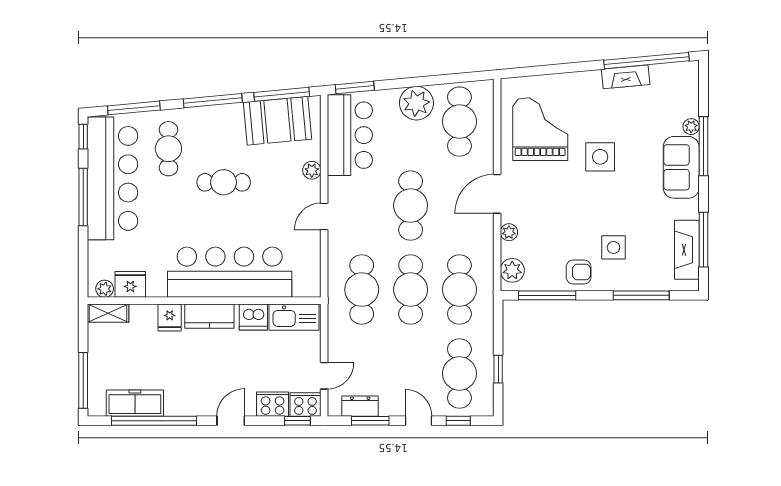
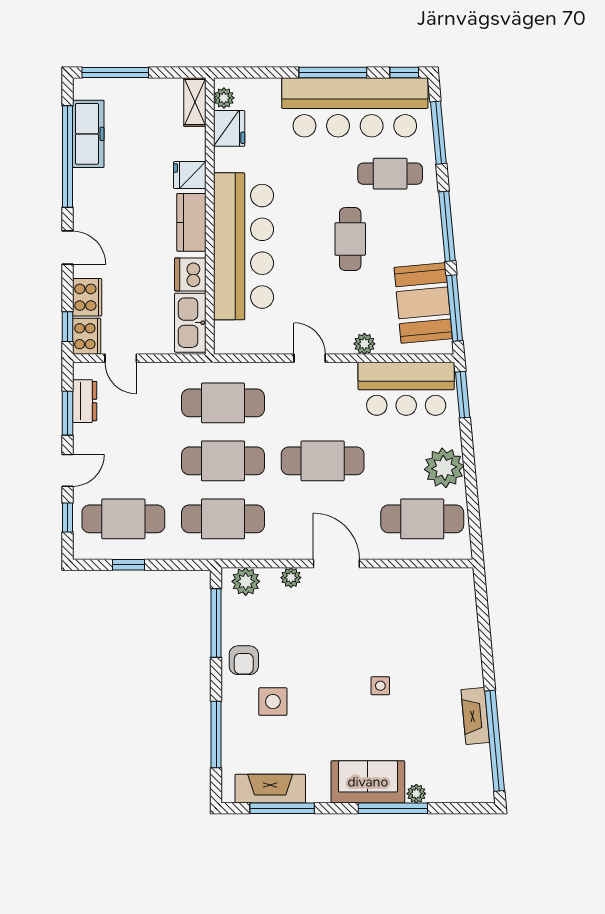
grand piano: (540, 129) -> (413, 615), removed
side table: (600, 157) -> (380, 686), width x0.54, depth x0.54

